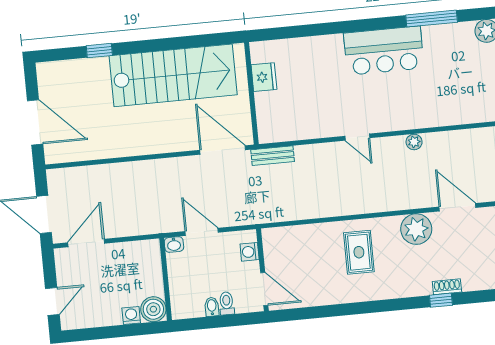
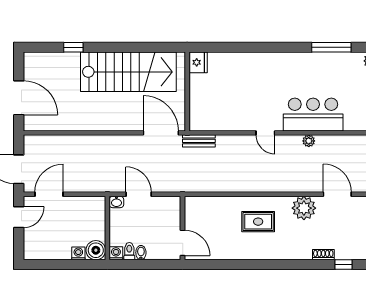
bar counter: (384, 51) -> (313, 115), moved, turned 180
fridge: (264, 77) -> (198, 62), moved
washing machine: (250, 252) -> (116, 253), moved, turned 90
rug: (359, 252) -> (258, 222), turned 90
window: (441, 300) -> (343, 265), moved
door: (52, 301) -> (19, 217), moved
toilet: (227, 303) -> (129, 251), moved

